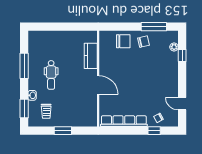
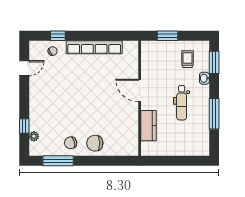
kitchen counter: (91, 56) -> (148, 126), moved
dental chair: (51, 75) -> (182, 103), turned 180
wall: (98, 79) -> (140, 98), moved
door: (98, 85) -> (140, 90), moved
door: (182, 104) -> (24, 68), hinge flipped

